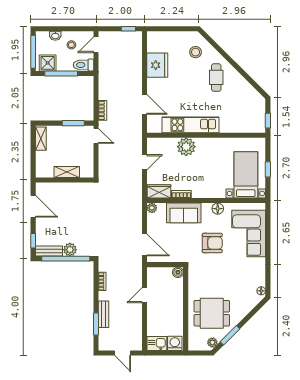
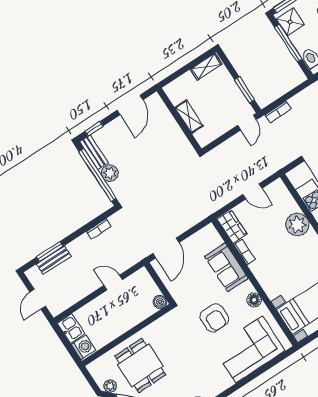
plant: (152, 208) -> (210, 231), removed
bench: (104, 314) -> (54, 260), moved

